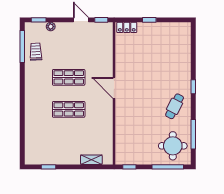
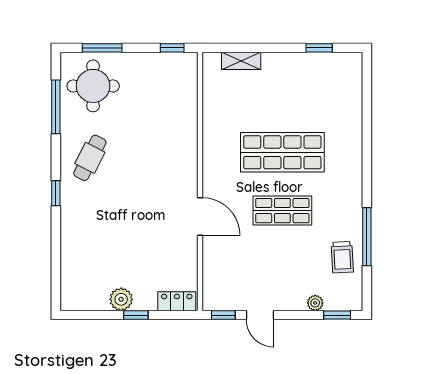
plant: (157, 29) -> (121, 299), added
window: (22, 46) -> (367, 237), moved
door: (114, 88) -> (200, 216), moved
shop shelf: (69, 109) -> (282, 152), width x1.43, depth x1.36
window: (168, 167) -> (102, 48), width x0.69

